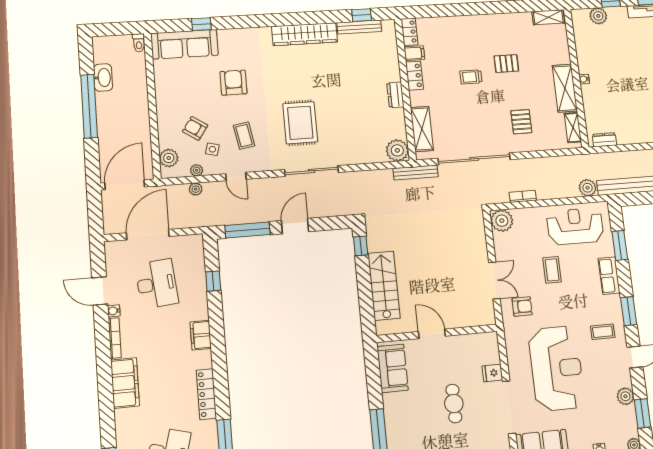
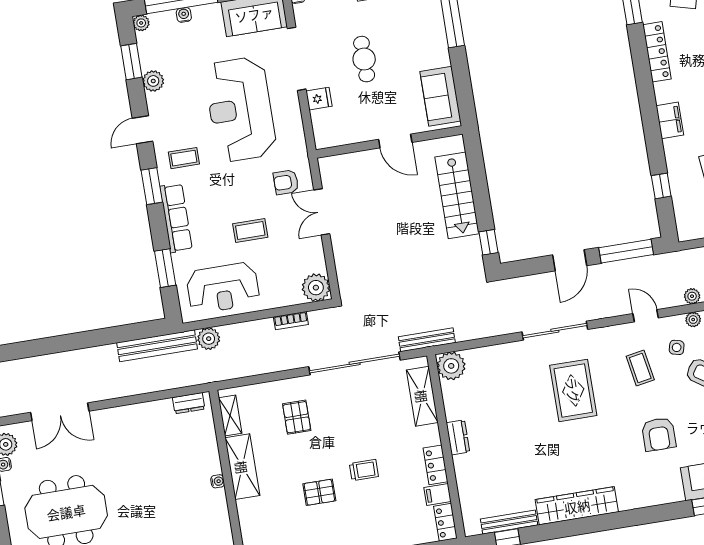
coffee table: (552, 270) -> (250, 230), turned 90
row of seats: (609, 276) -> (176, 218), width x1.48

